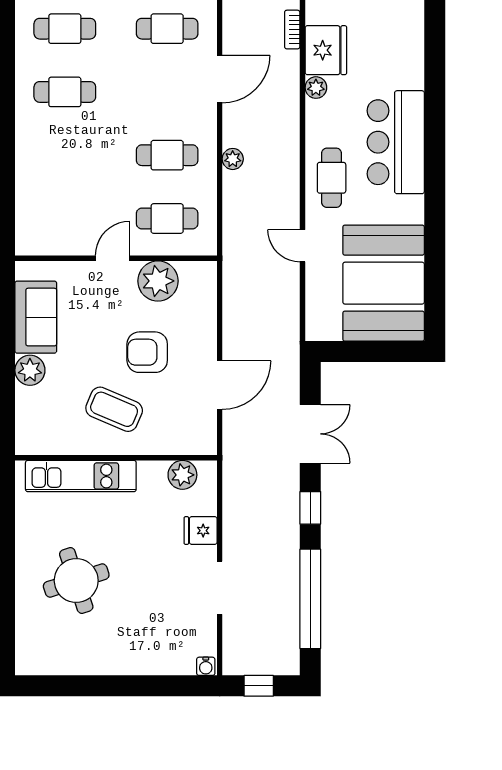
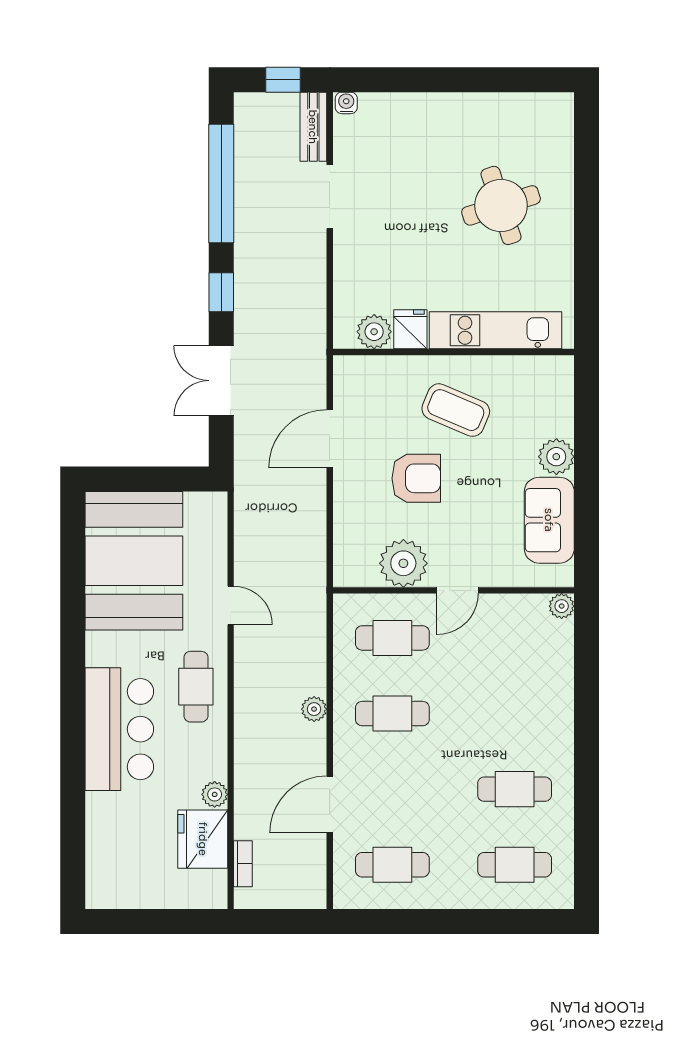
plant: (25, 245) -> (562, 606), added
fridge: (201, 531) -> (410, 329), moved, turned -90
bench: (233, 646) -> (313, 127), added

